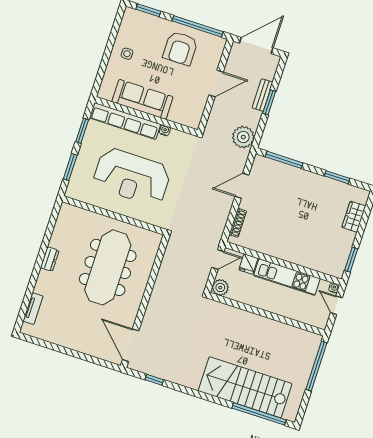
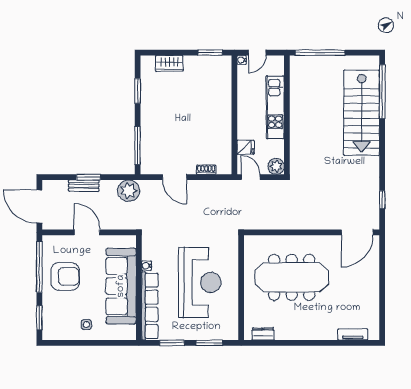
sofa: (142, 99) -> (121, 286), width x1.36, depth x1.27
shoe rack: (238, 223) -> (206, 170), width x0.70
dresser: (50, 259) -> (263, 334), moved
kitchen unit: (287, 277) -> (275, 107), moved, turned 180

